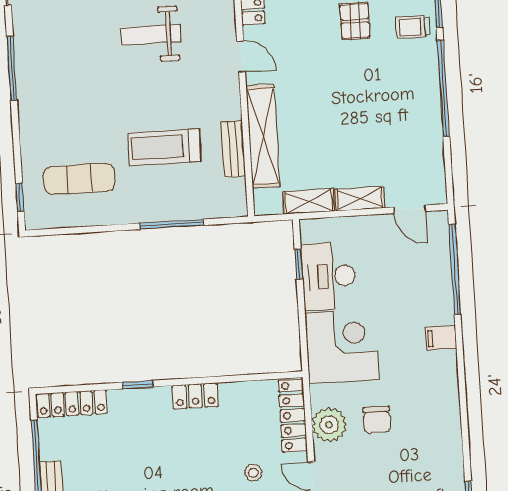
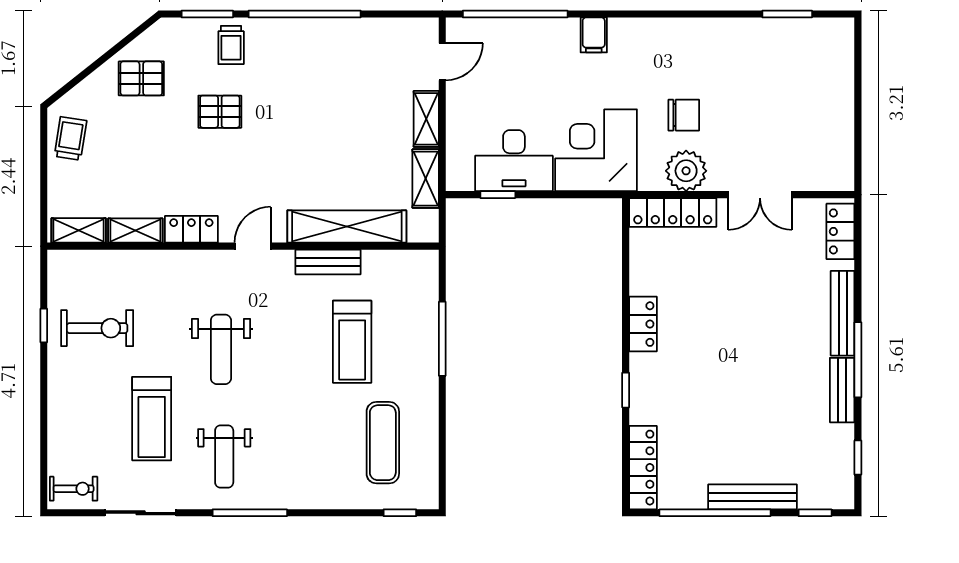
weight bench: (59, 43) -> (224, 457), added
bench: (233, 149) -> (328, 262), moved
stool: (253, 473) -> (736, 262), removed

